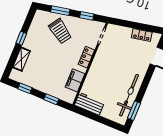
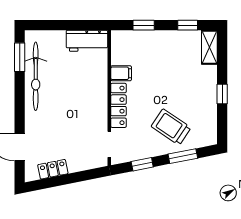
locker: (86, 57) -> (118, 105), width x1.53
shelving: (22, 59) -> (209, 47), moved
filing cabinet: (75, 80) -> (121, 73), width x0.50

